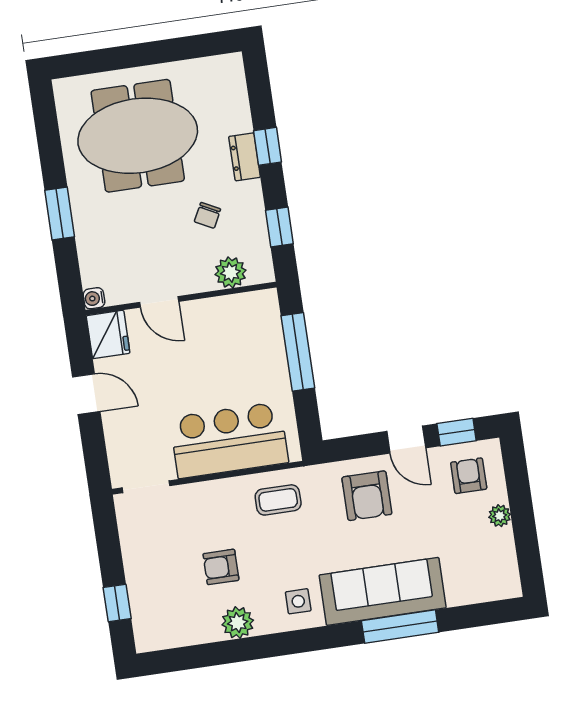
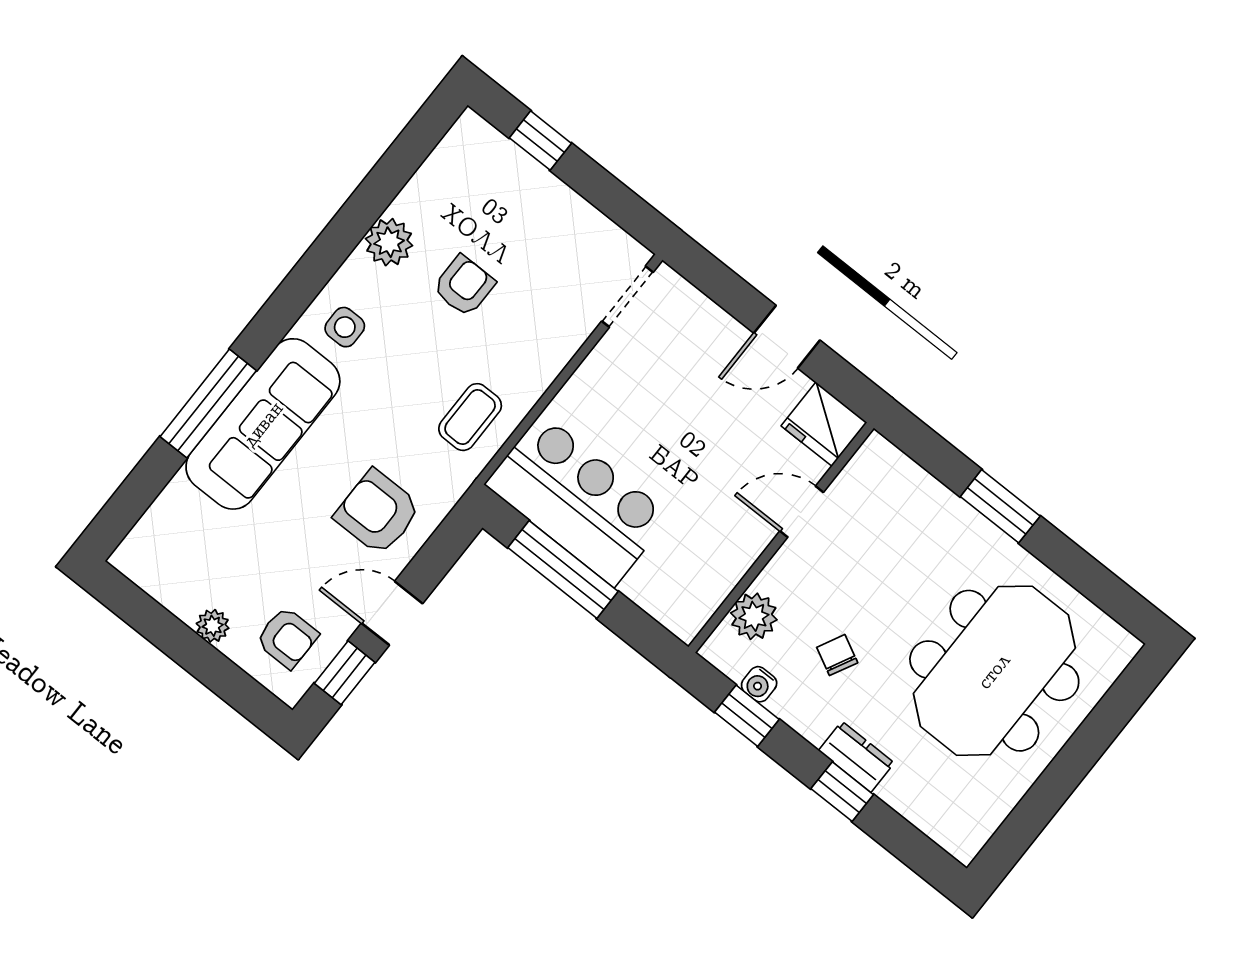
water cooler: (94, 298) -> (759, 684), moved, turned 180
window: (298, 352) -> (563, 569), moved
bar counter: (229, 440) -> (578, 500), moved, turned -90

